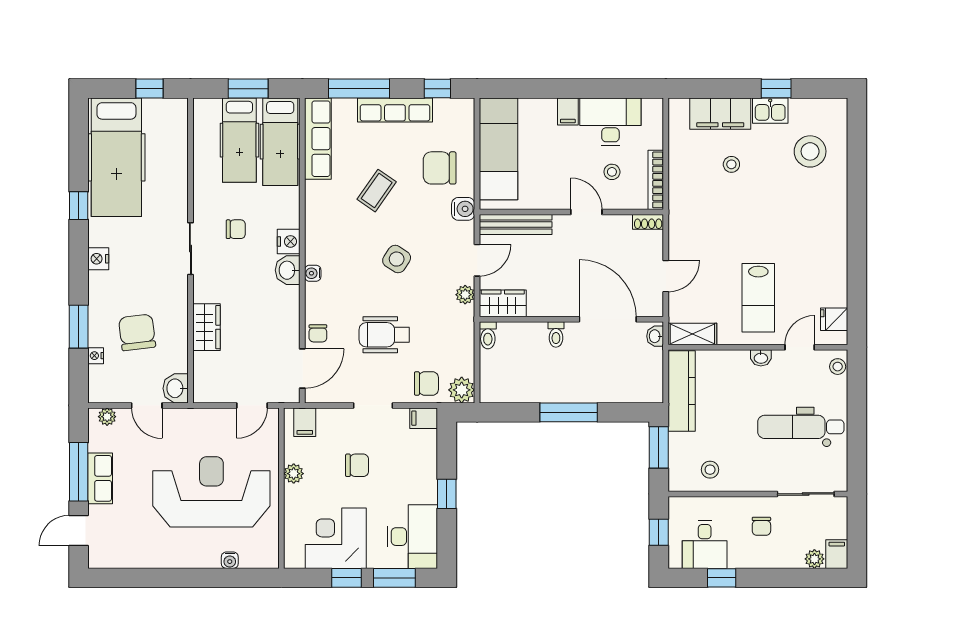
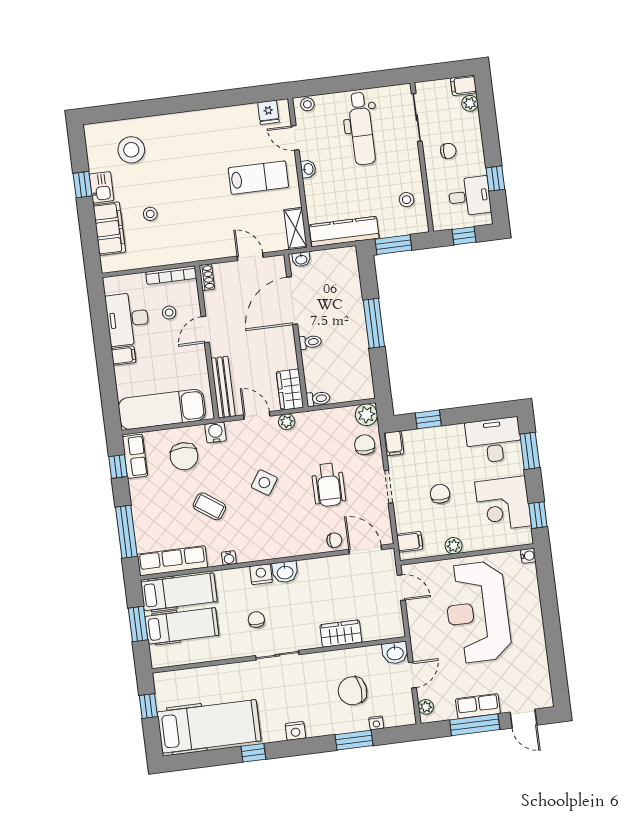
row of seats: (395, 110) -> (135, 456), moved, width x0.68
water cooler: (313, 273) -> (229, 558), moved
window: (447, 494) -> (428, 419), moved
water cooler: (230, 560) -> (528, 556), moved
window: (346, 578) -> (538, 515), moved

